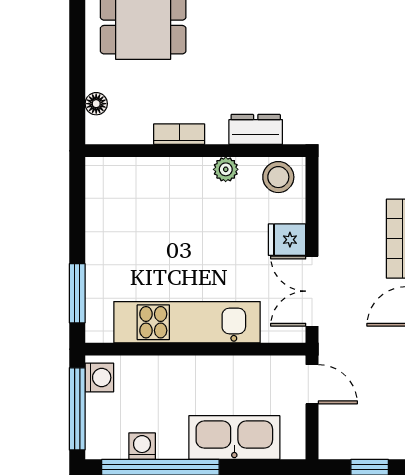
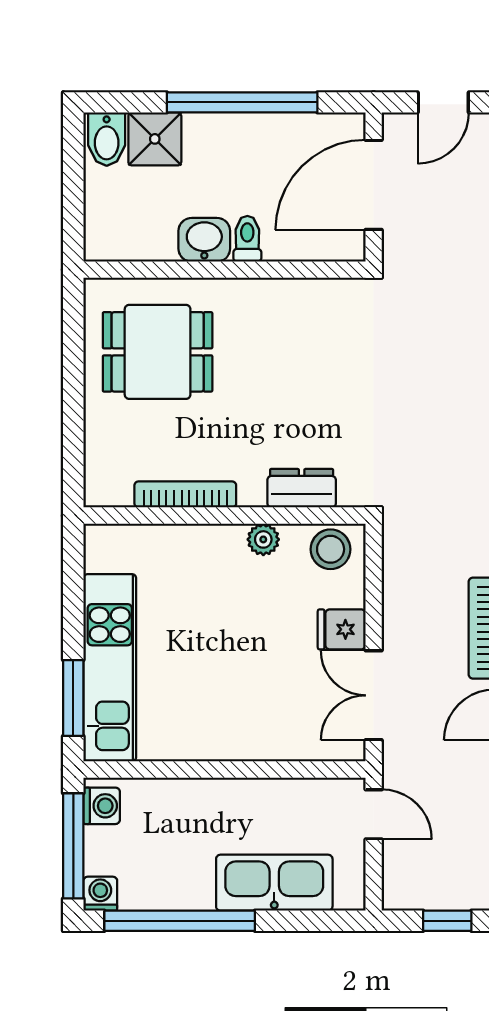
floor lamp: (96, 104) -> (98, 455), removed
bookcase: (179, 134) -> (185, 494), width x1.56
kitchen unit: (187, 322) -> (110, 668), moved, turned 90
washing machine: (142, 446) -> (100, 894), moved

